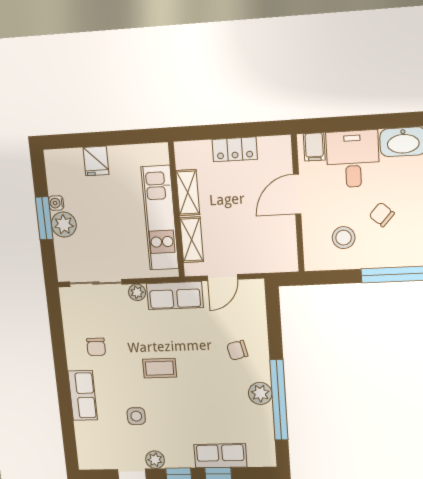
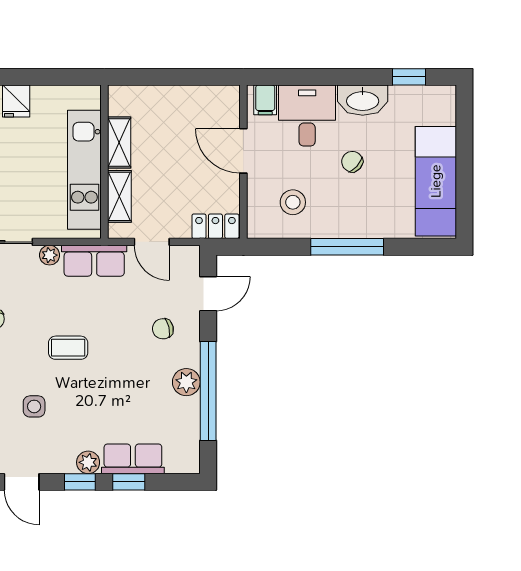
locker: (235, 149) -> (215, 226), moved, turned 180
door: (297, 194) -> (243, 151), hinge flipped
chair: (382, 215) -> (352, 162), moved
door: (222, 278) -> (152, 242), hinge flipped
door: (274, 320) -> (208, 294), added
plant: (155, 460) -> (88, 462), moved

